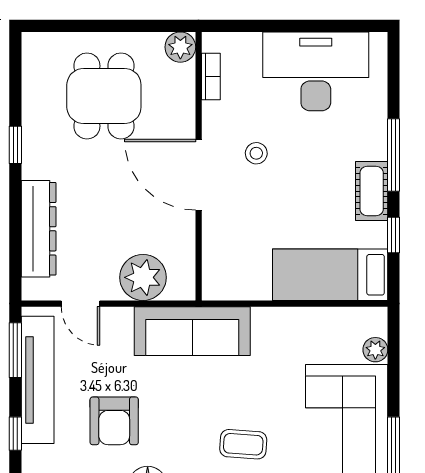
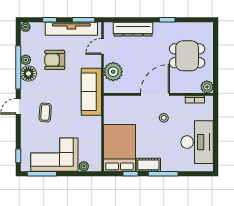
bed: (330, 275) -> (120, 148), width x1.50

